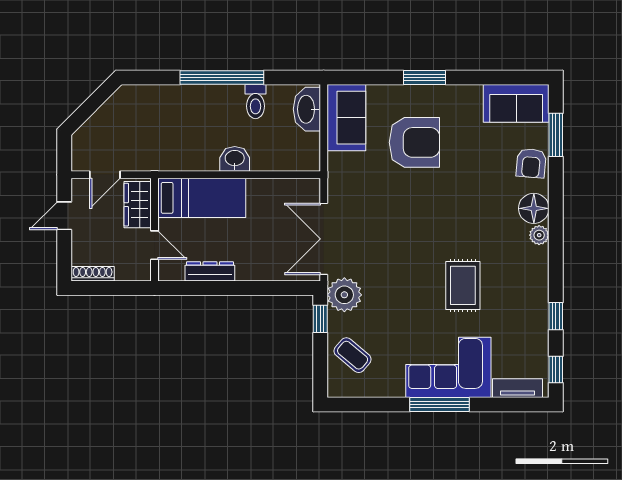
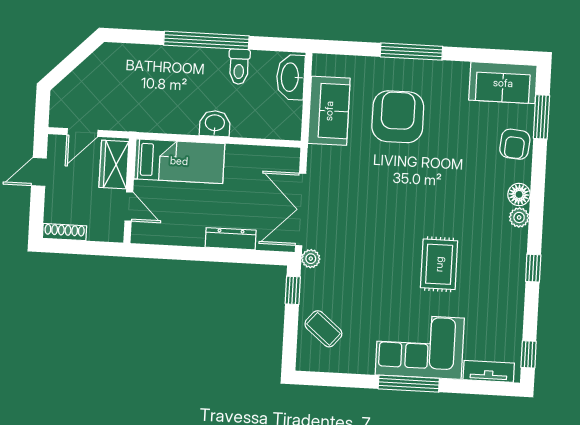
window: (424, 78) -> (411, 52), width x1.44
sofa: (346, 118) -> (329, 111), moved
armchair: (414, 142) -> (398, 117), turned -90
floor lamp: (534, 208) -> (519, 194), width x0.73, depth x0.73
dresser: (210, 271) -> (231, 239), moved
plant: (344, 295) -> (311, 259), width x0.53, depth x0.53
window: (556, 316) -> (533, 268), moved

